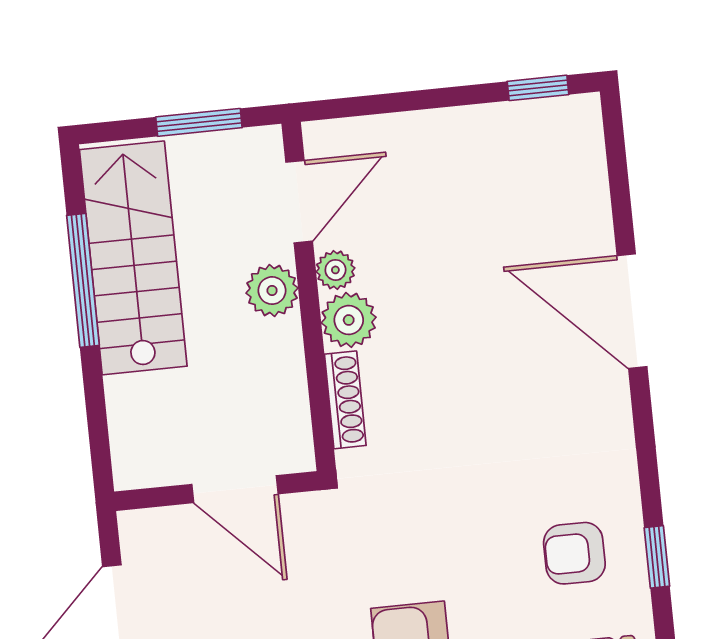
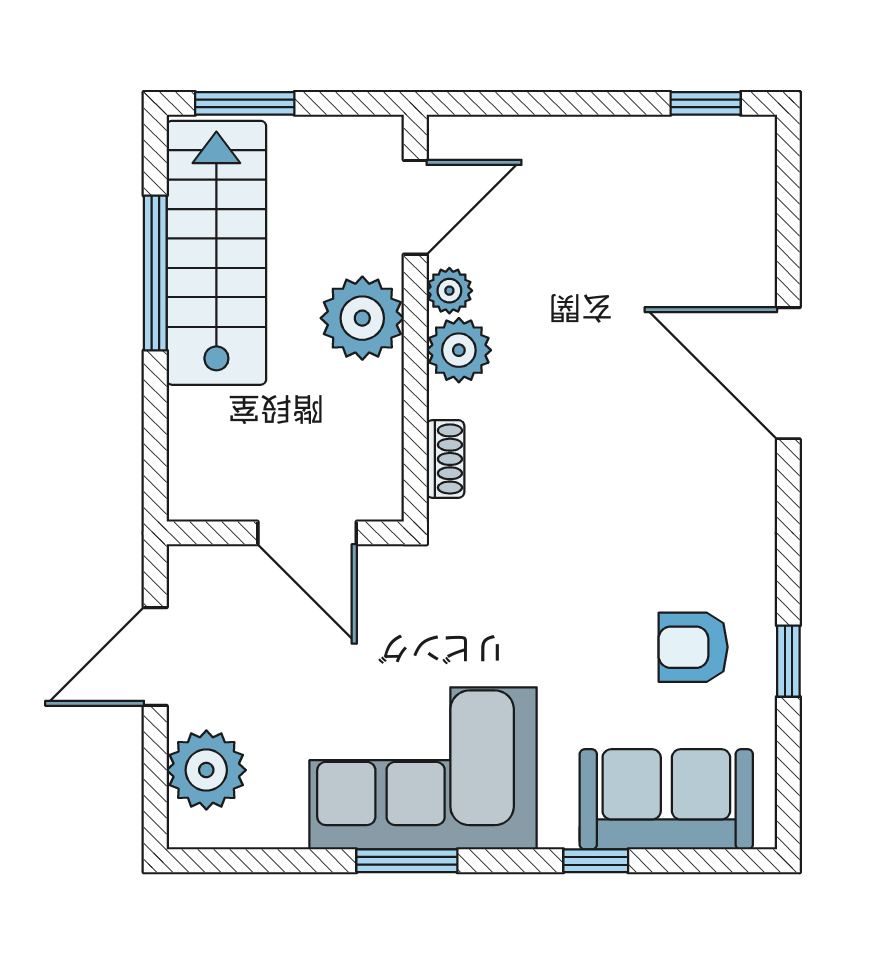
window: (199, 122) -> (245, 103), moved
plant: (272, 291) -> (362, 318), width x1.36, depth x1.36
shoe rack: (345, 400) -> (445, 459), width x0.70

